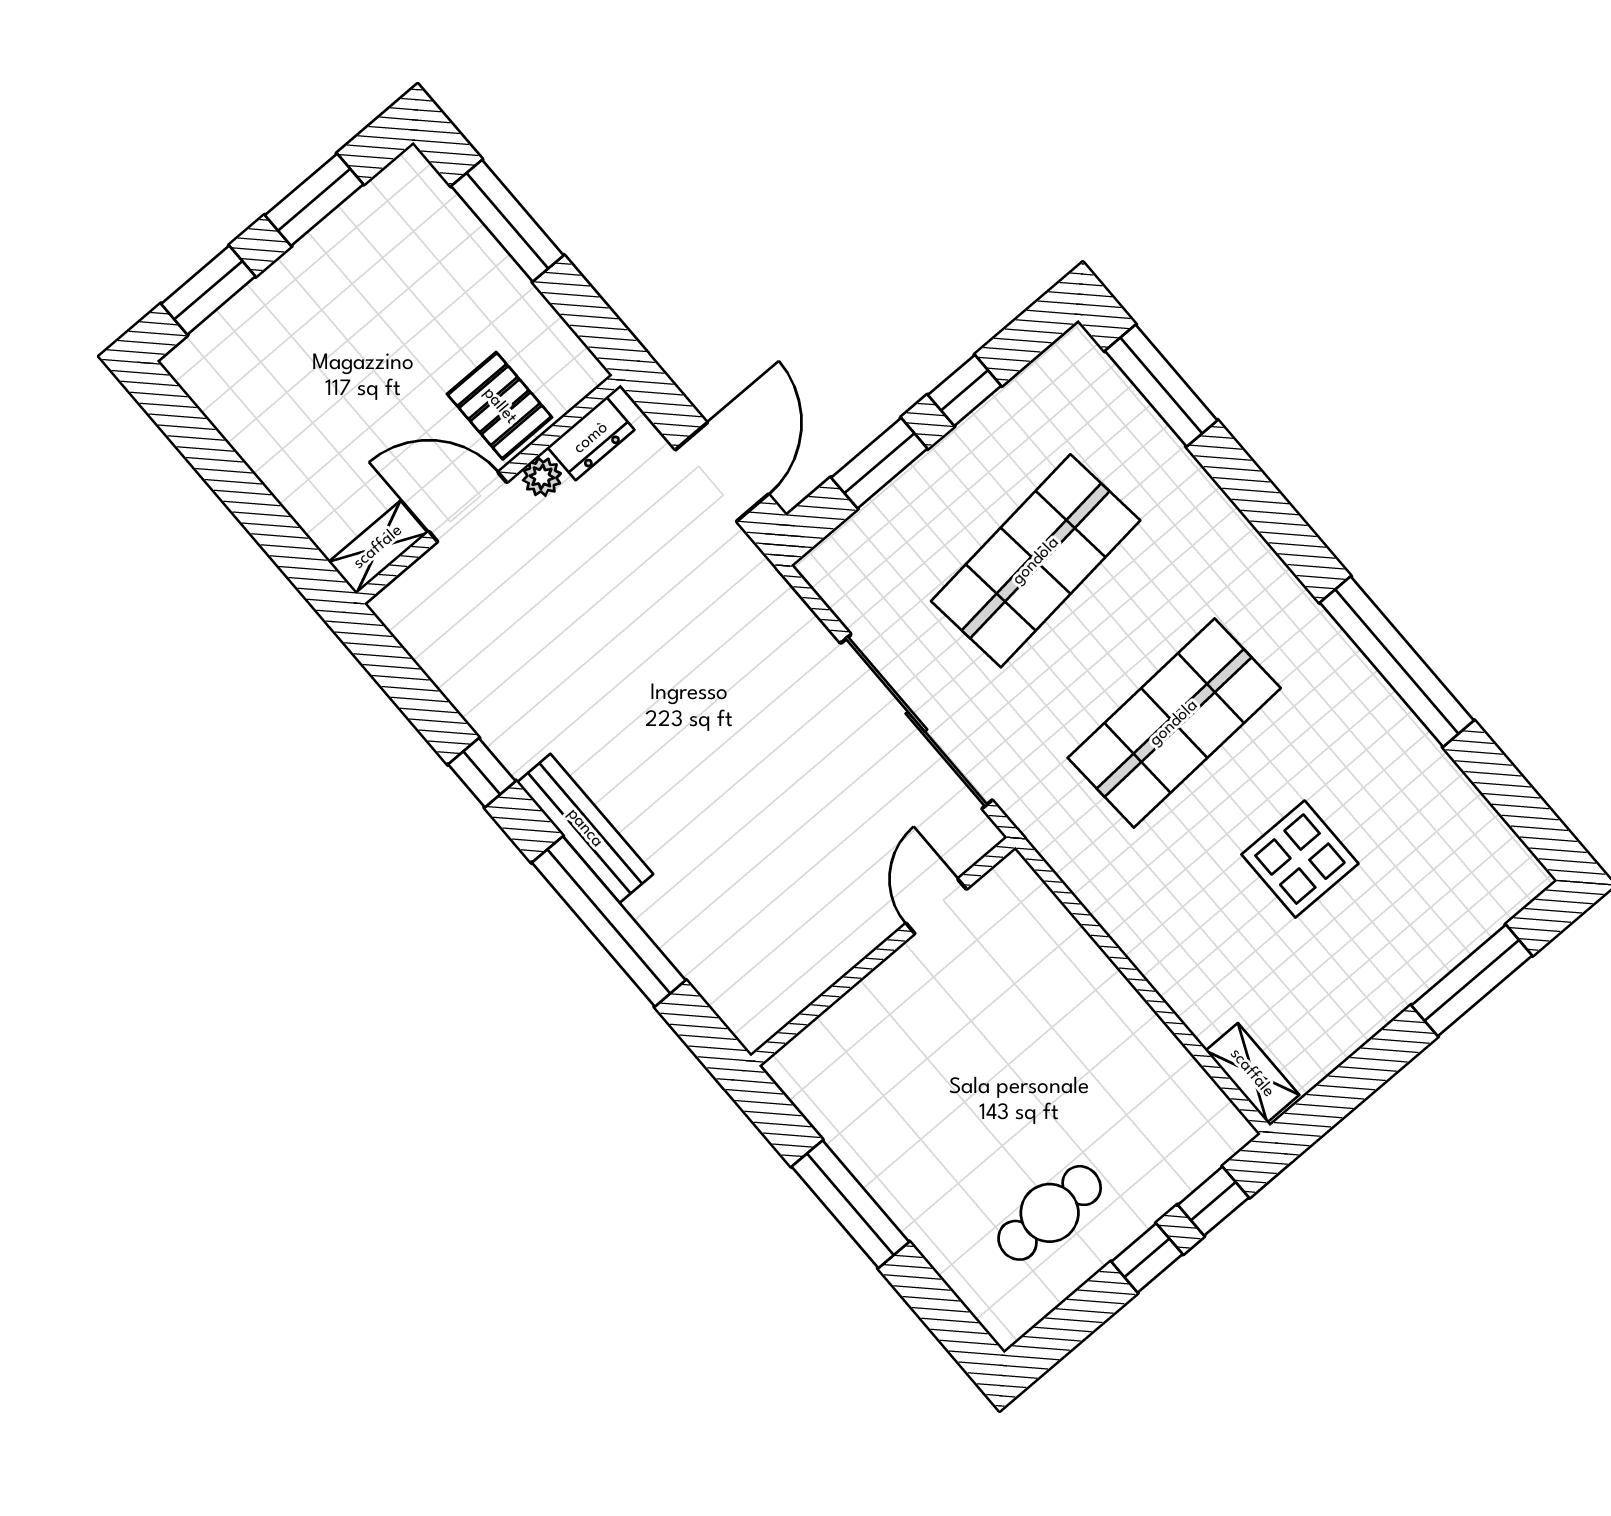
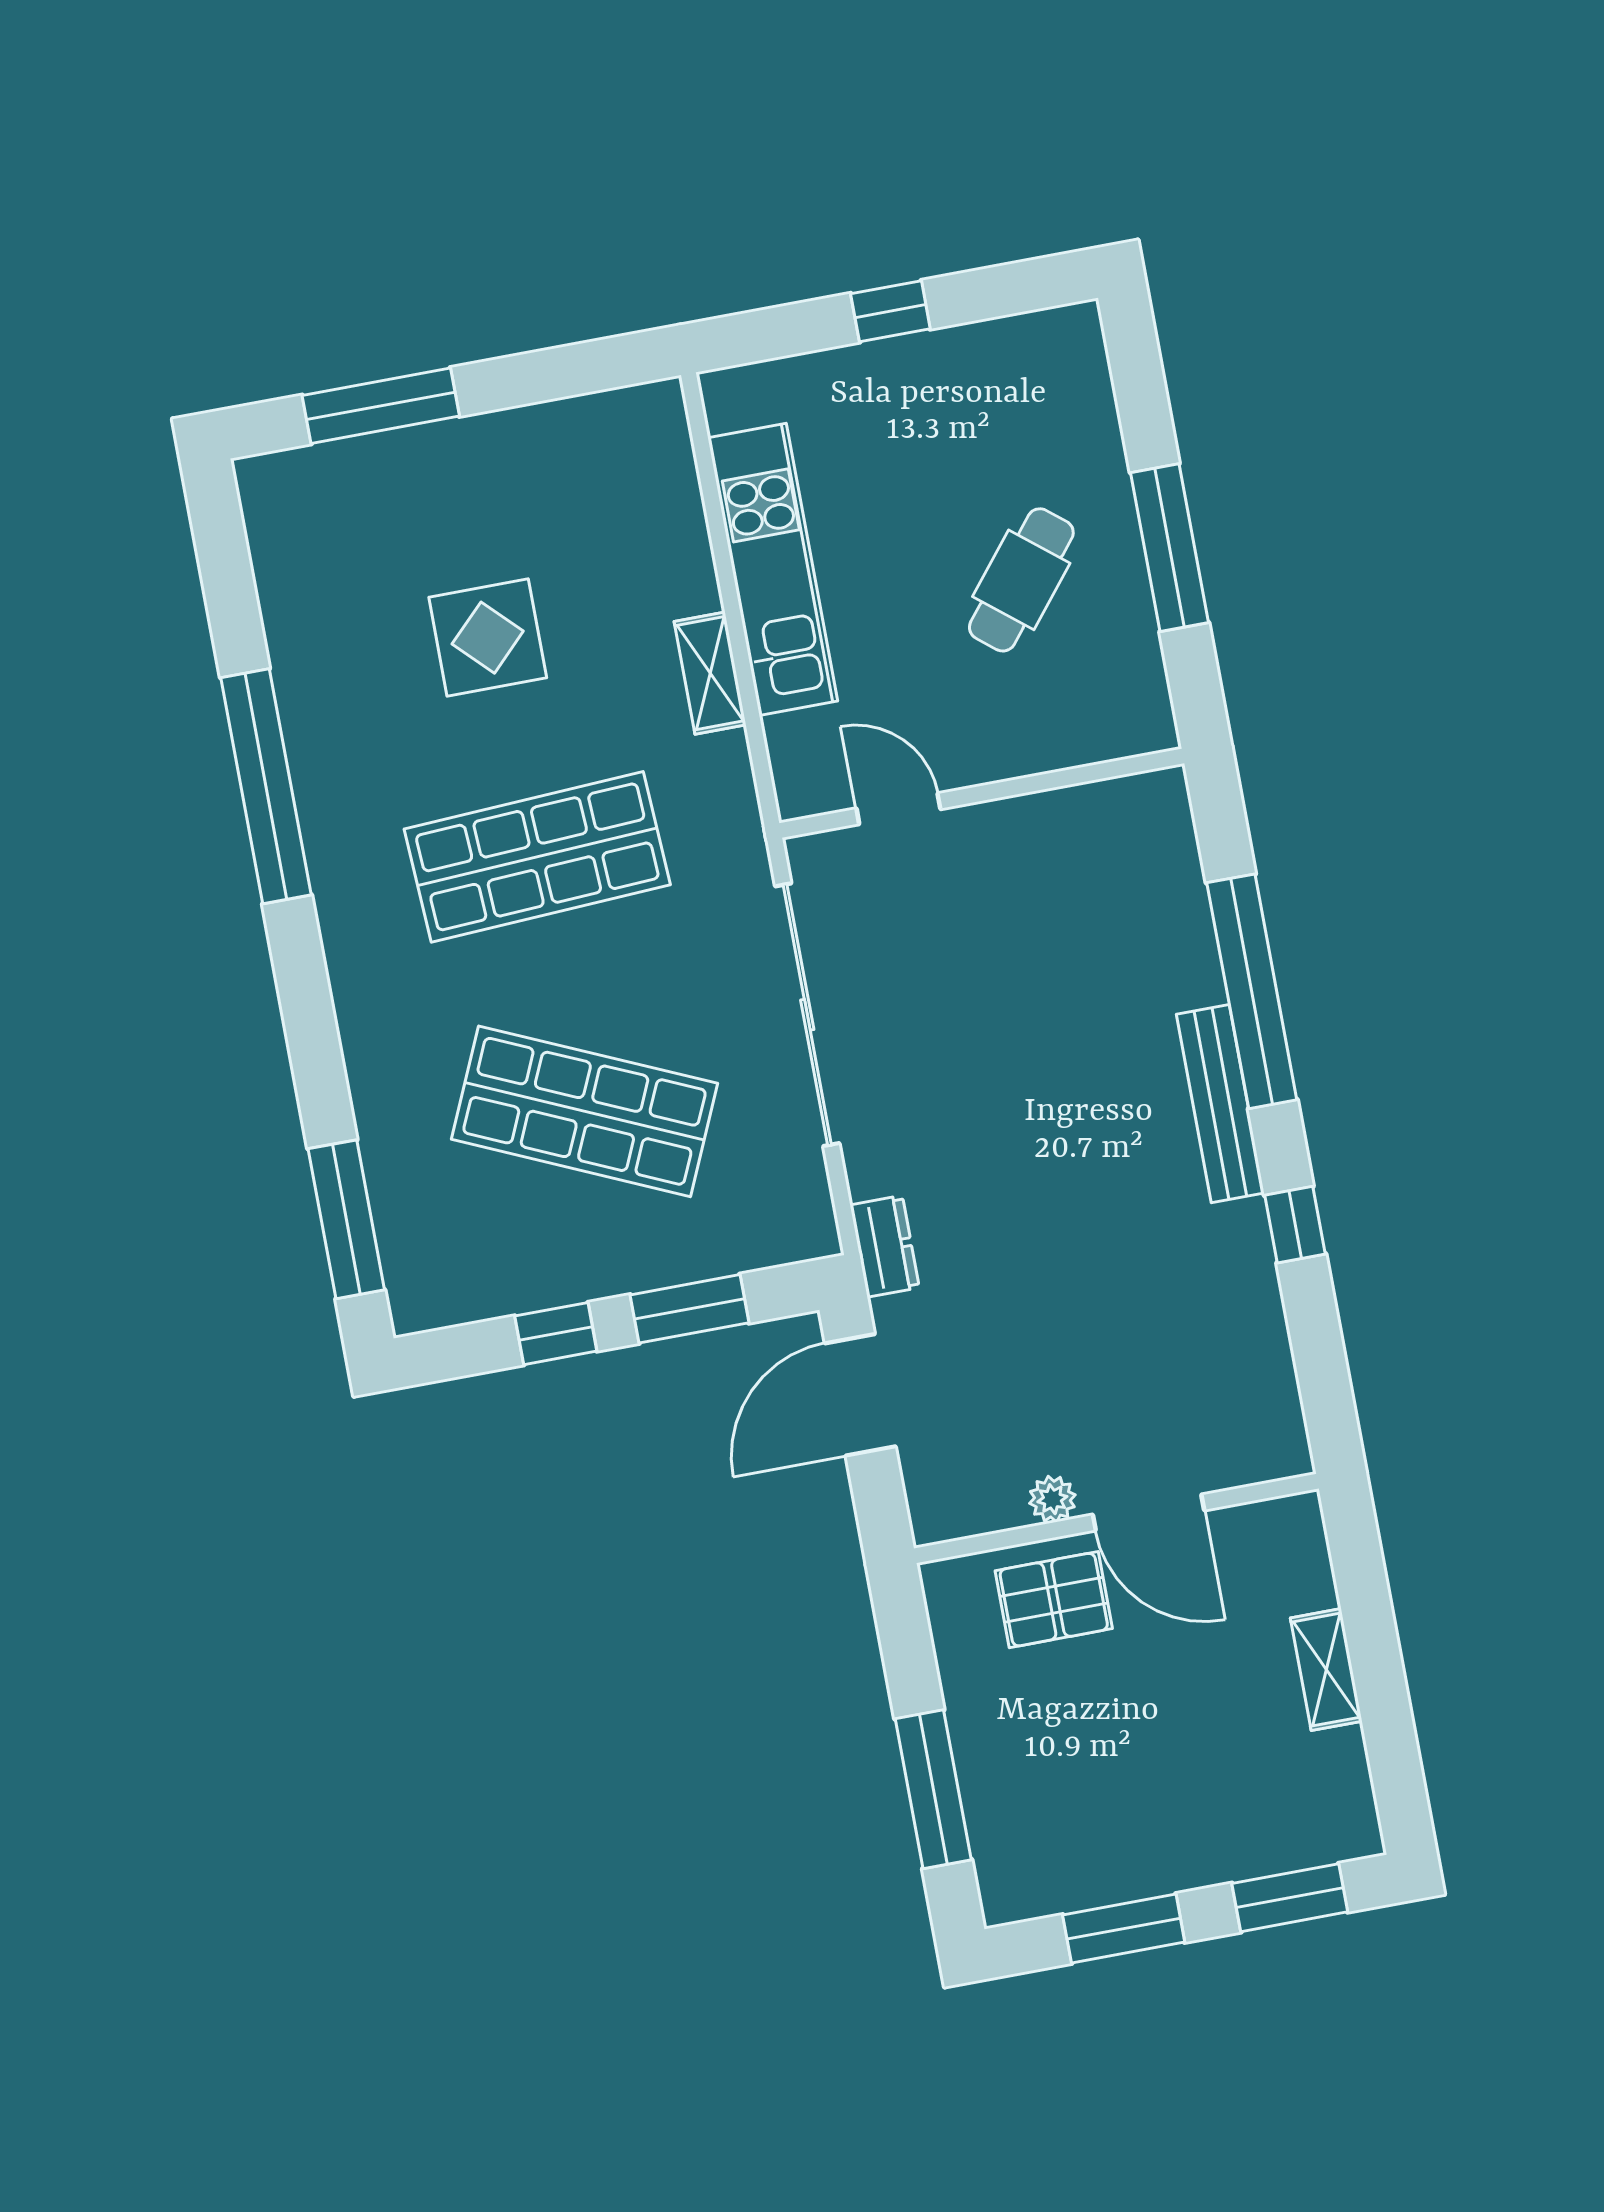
pallet: (500, 406) -> (1054, 1600), turned 90
dresser: (591, 438) -> (885, 1246), moved, turned 90
shelving: (378, 547) -> (1326, 1670), moved, turned 90
shop shelf: (1036, 561) -> (584, 1111), turned 30
door: (936, 906) -> (898, 809), swing flipped
kitchen unit: (1125, 1025) -> (773, 569), added
shelving: (1252, 1073) -> (710, 673), moved
window: (1213, 1201) -> (786, 331), removed
cafe table: (1050, 1213) -> (1021, 580), moved, turned -51

